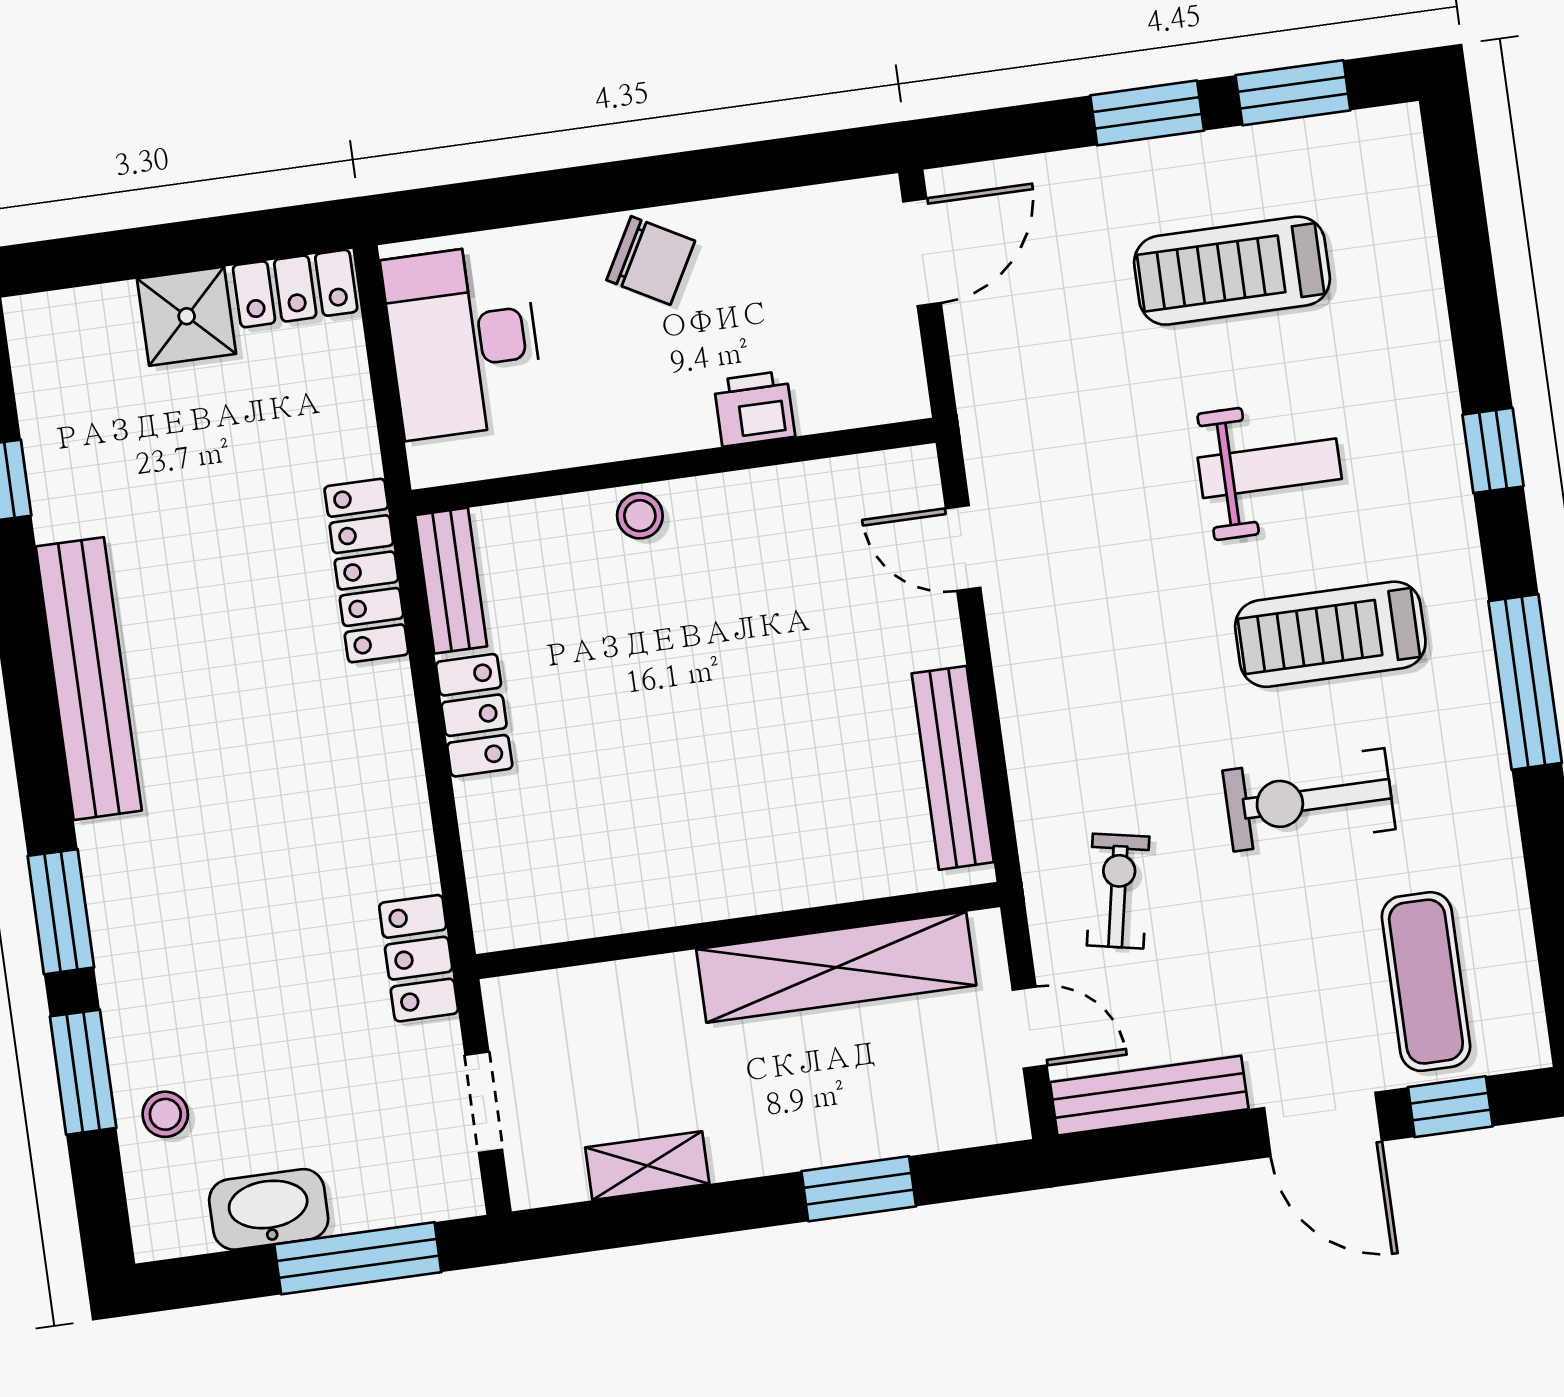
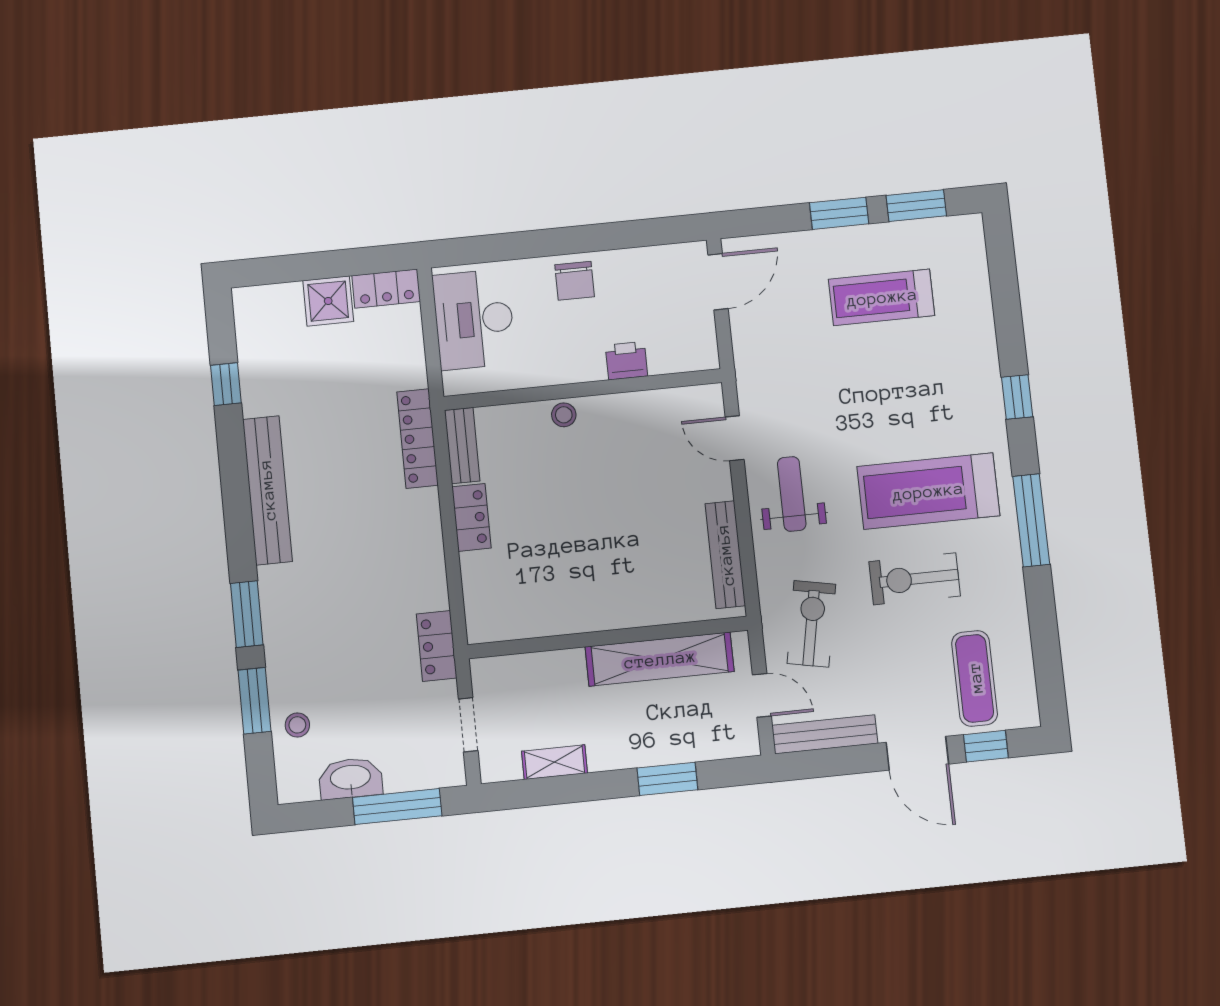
chair: (651, 260) -> (575, 281), turned 61
weight bench: (1270, 468) -> (792, 494), moved, turned -90
treadmill: (1330, 634) -> (928, 491), width x1.37, depth x1.38
exercise bike: (1118, 891) -> (811, 624), width x1.38, depth x1.39

